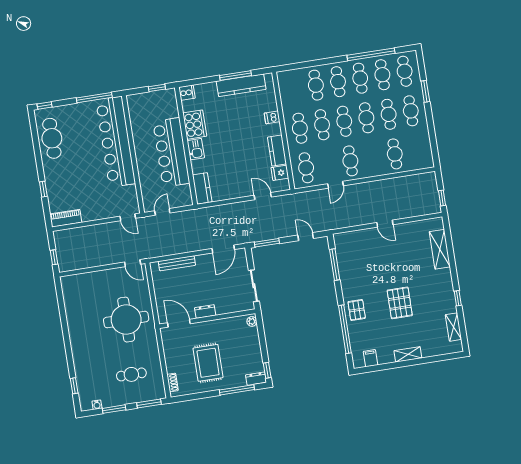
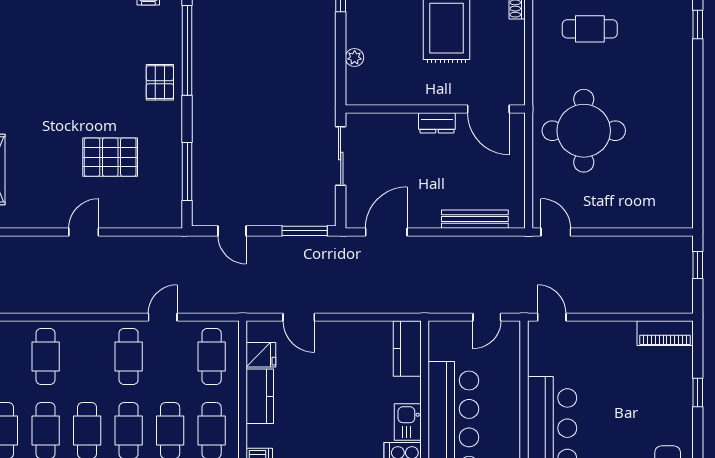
door: (385, 224) -> (84, 232), hinge flipped
pallet: (400, 303) -> (110, 157), moved, turned 90
plant: (252, 321) -> (355, 58), moved

